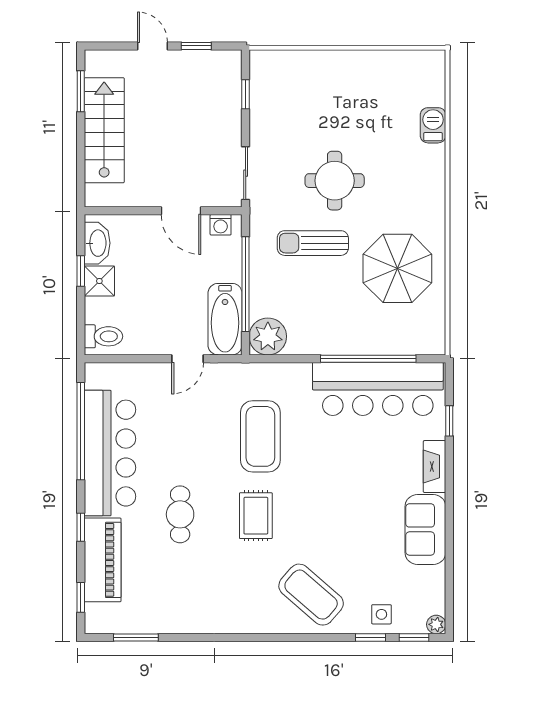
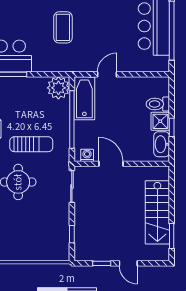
toilet: (103, 336) -> (158, 104), moved
coffee table: (260, 436) -> (63, 27), width x0.73, depth x0.76

